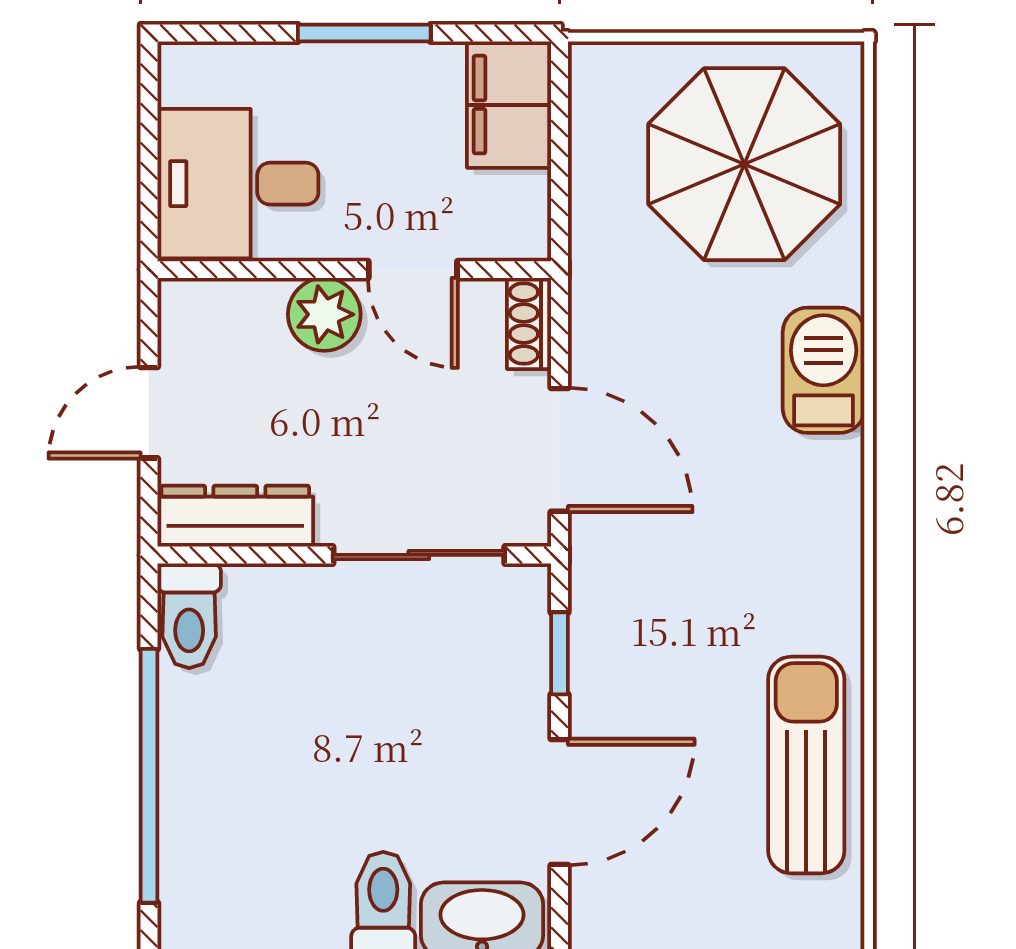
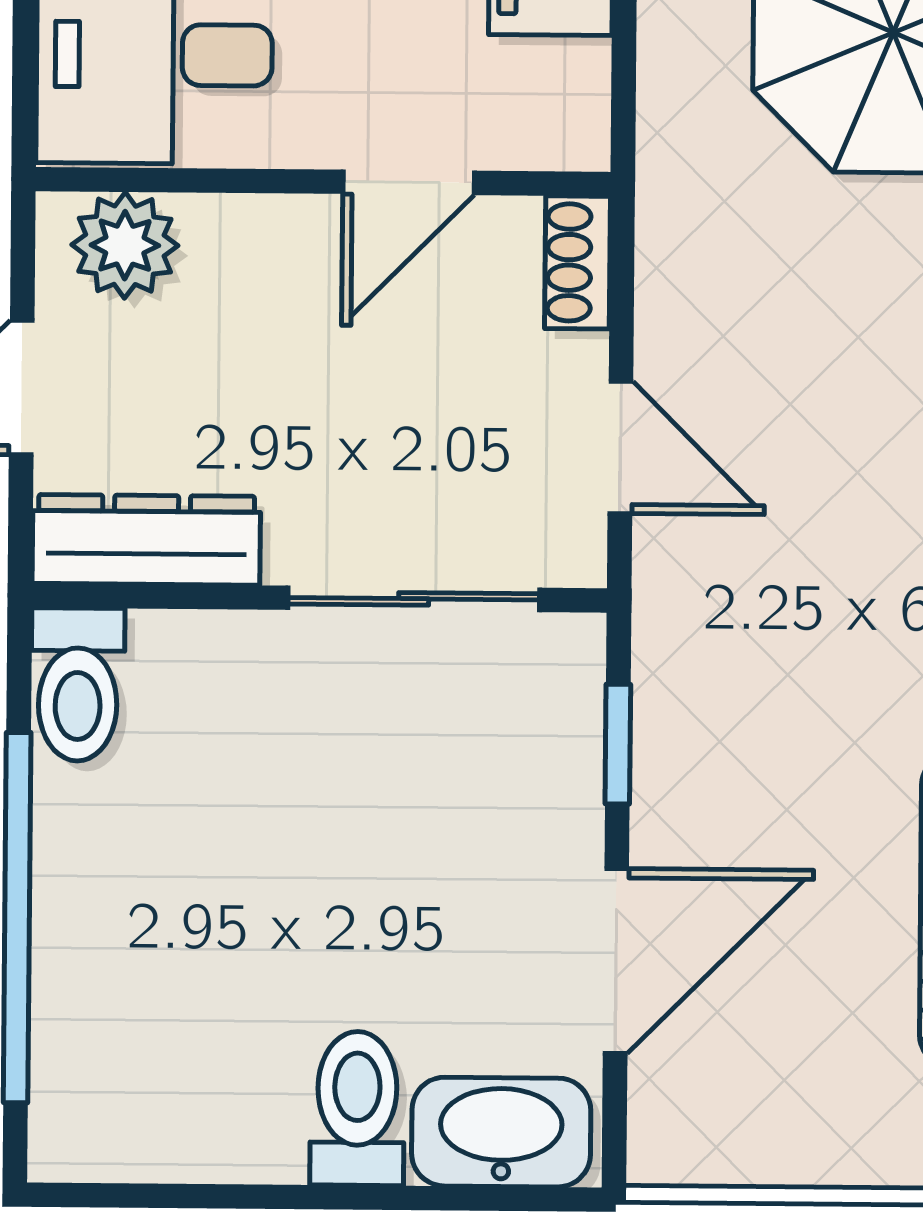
door: (413, 270) -> (409, 182), hinge flipped
plant: (324, 314) -> (125, 245), moved
door: (560, 450) -> (620, 447), width x0.73

